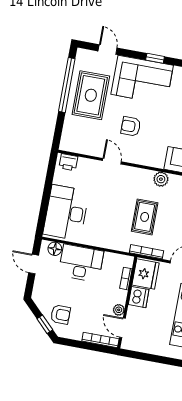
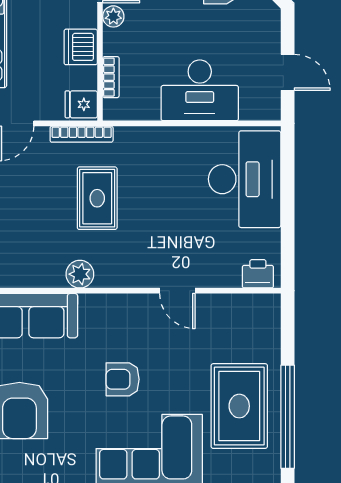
armchair: (131, 126) -> (123, 379), moved, turned 180
floor lamp: (55, 249) -> (253, 108), removed
fridge: (146, 274) -> (81, 104), width x0.53, depth x0.75

